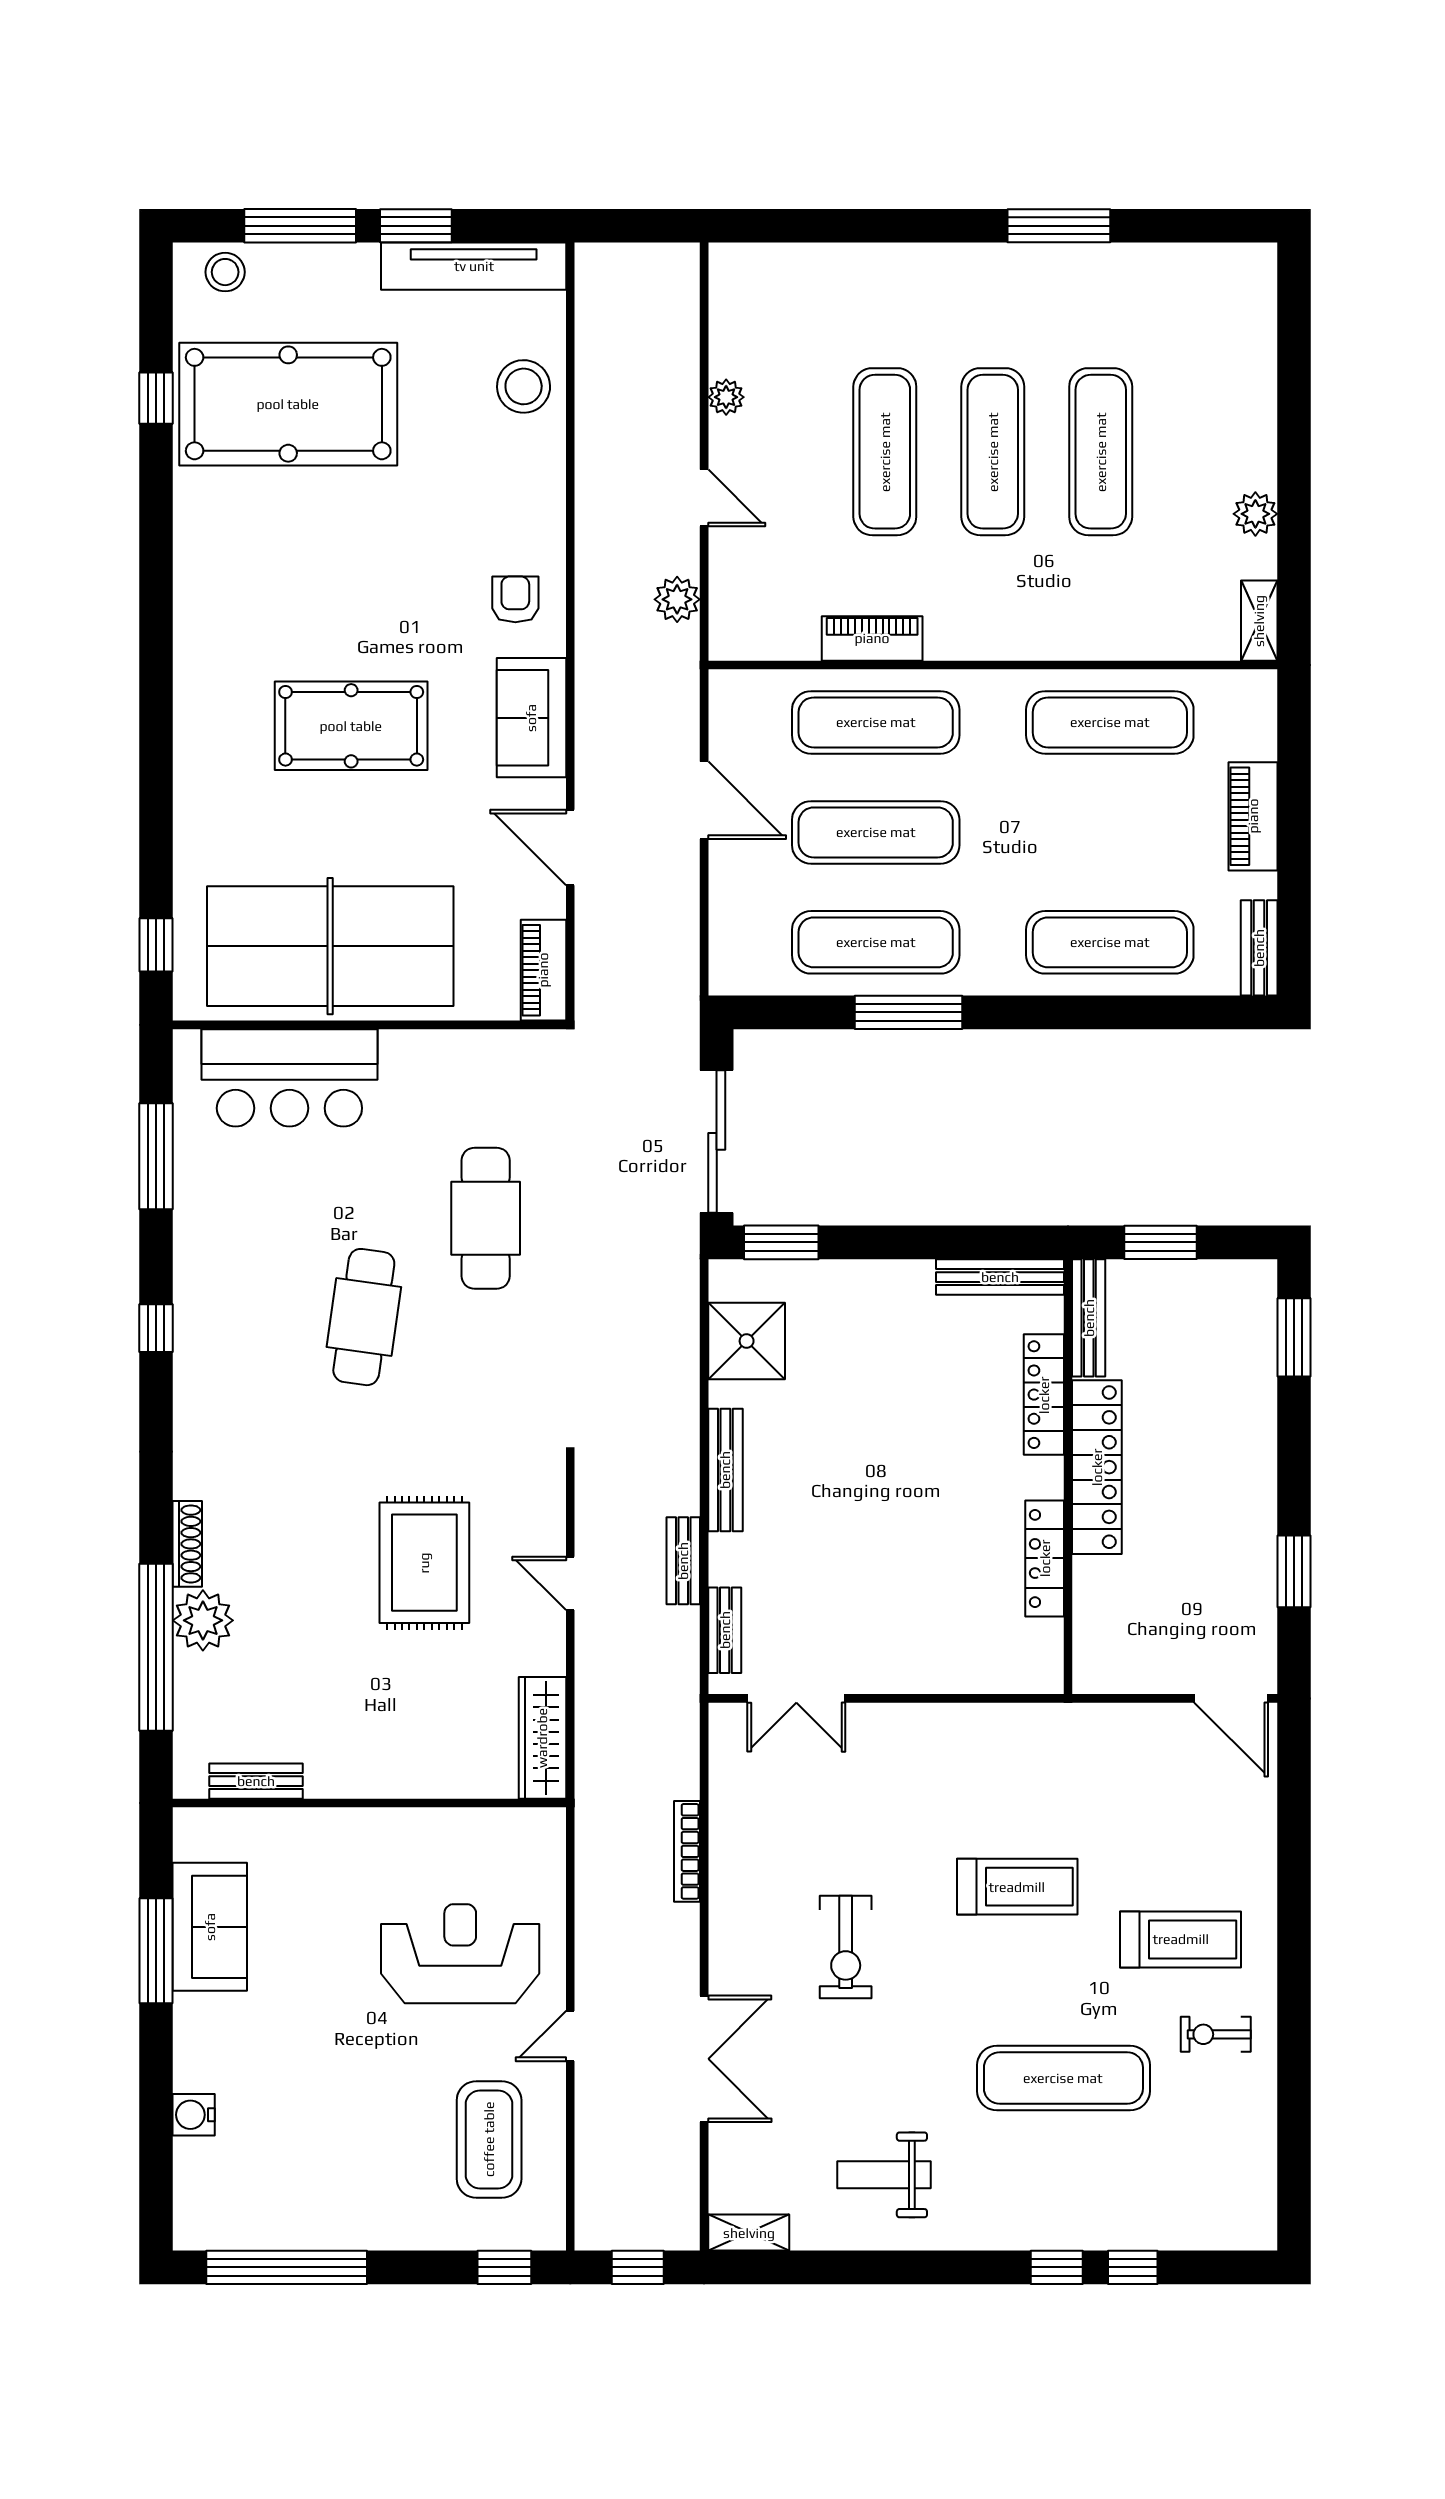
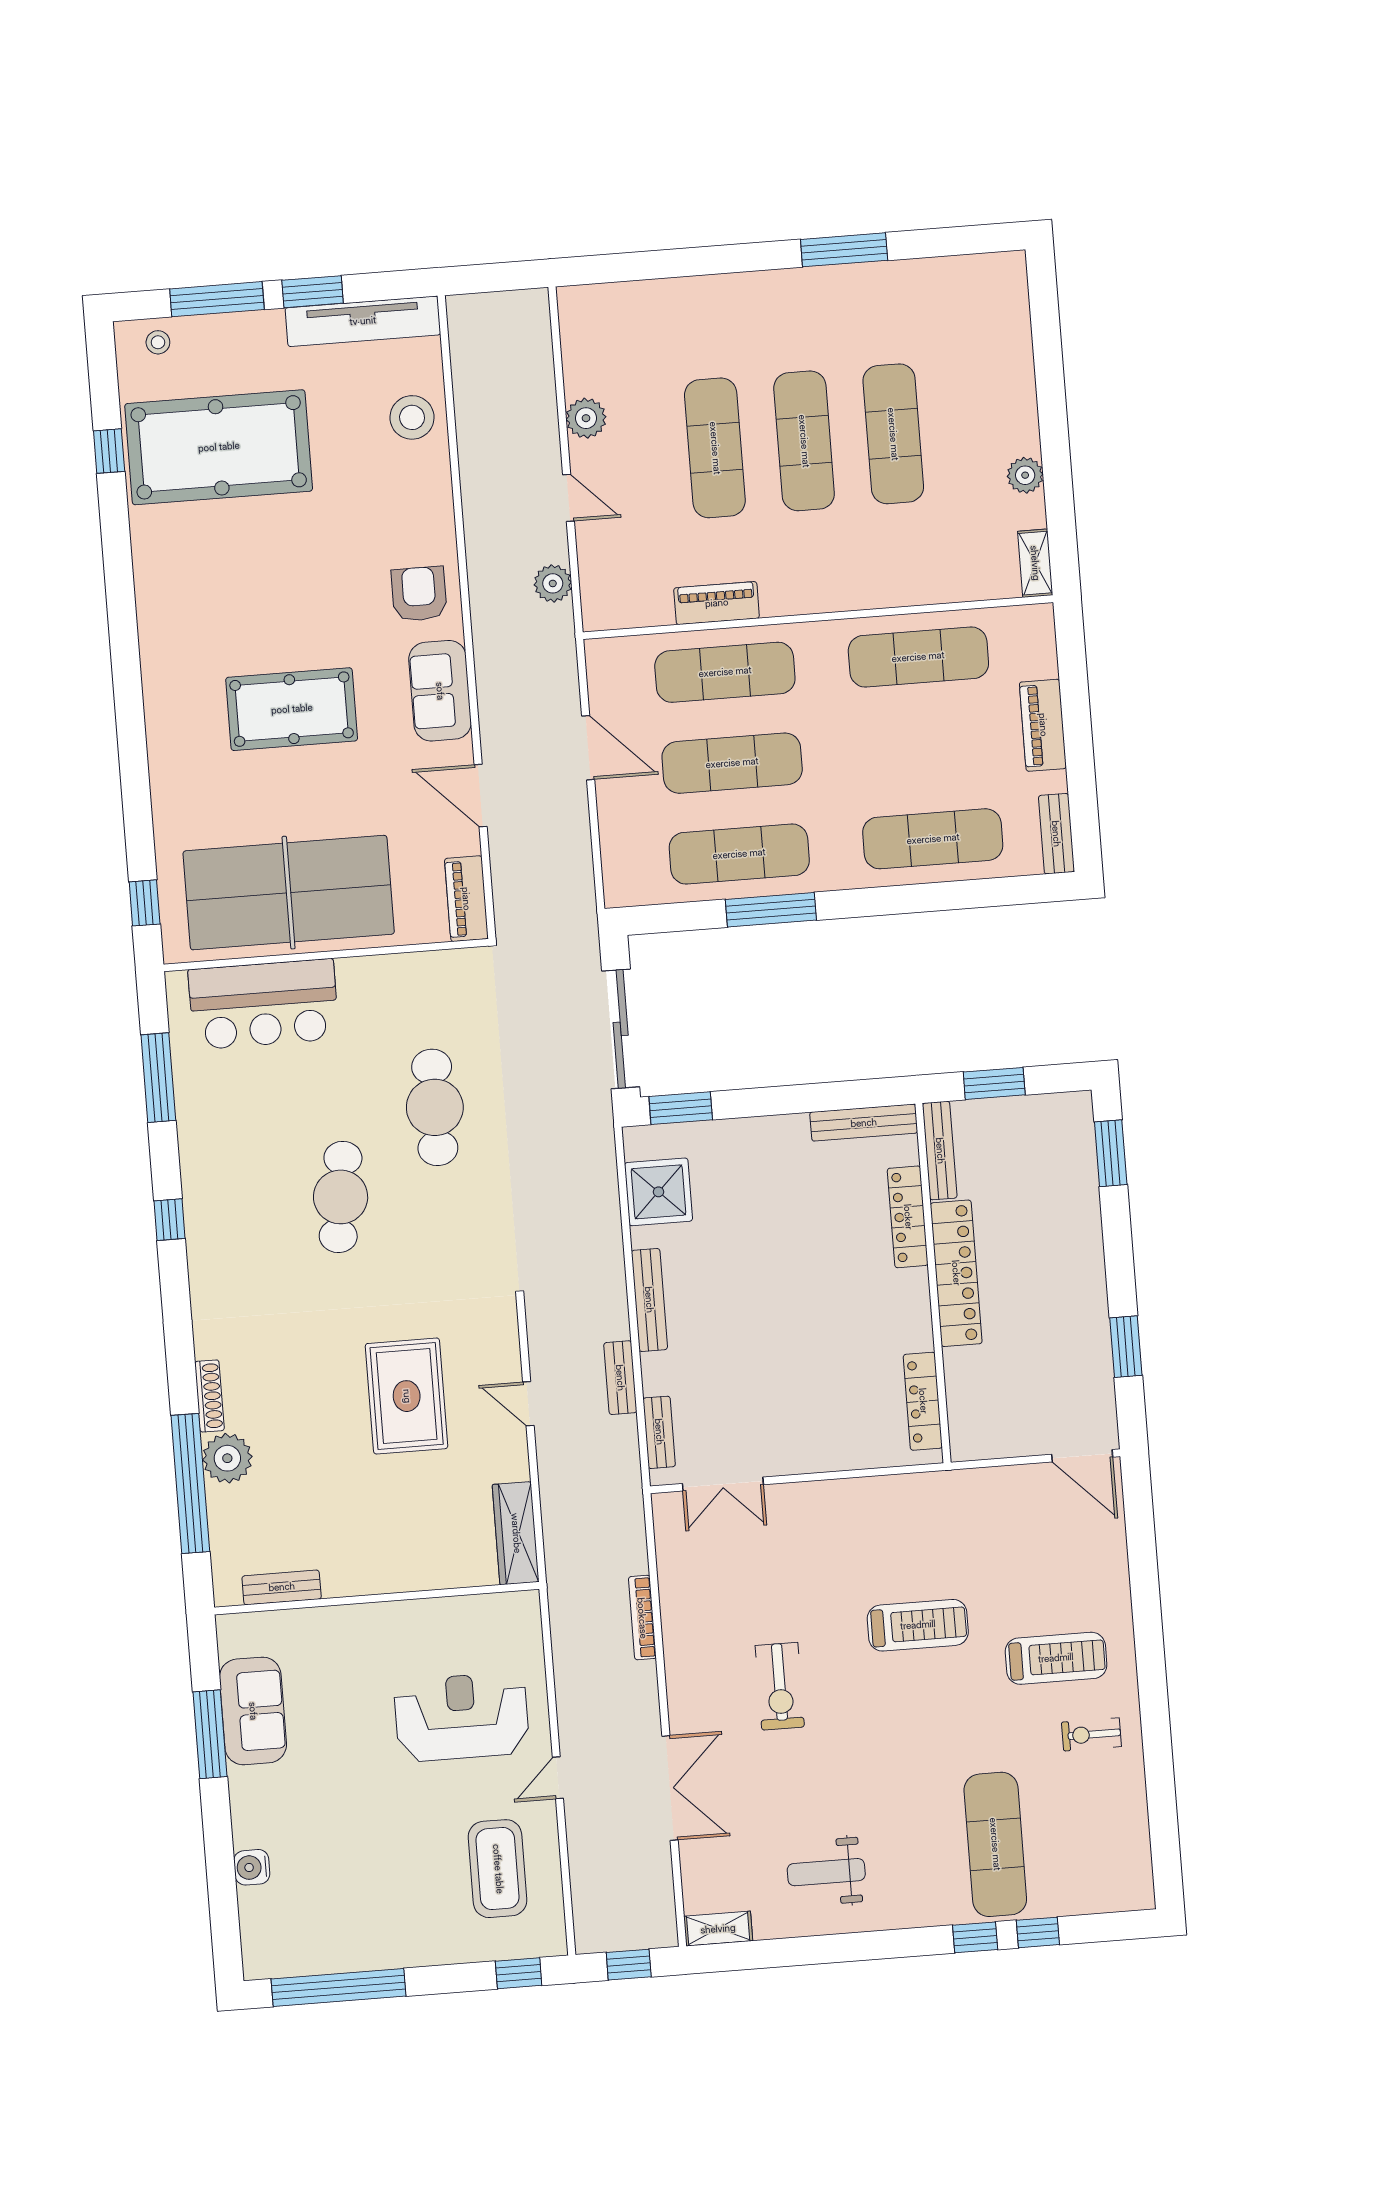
stool: (225, 272) -> (158, 342), width x0.73, depth x0.73
plant: (726, 397) -> (586, 418), width x1.38, depth x1.38
armchair: (515, 599) -> (419, 594), width x1.38, depth x1.38
locker: (1045, 1558) -> (923, 1401), moved
exercise mat: (1063, 2078) -> (995, 1844), moved, turned 90

